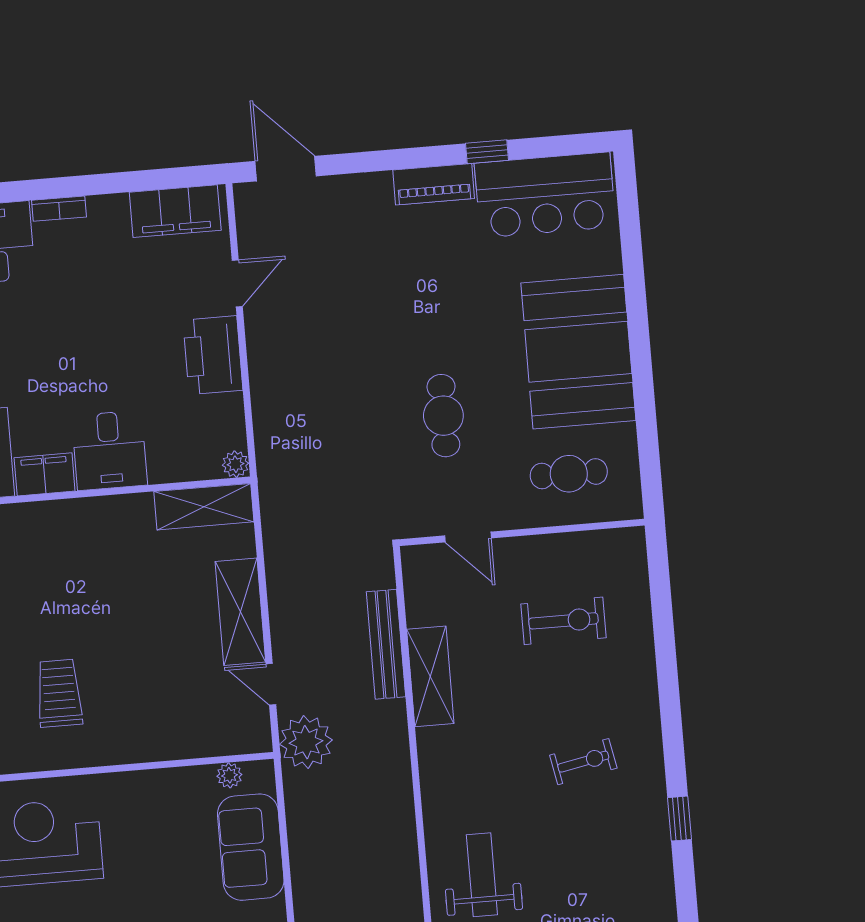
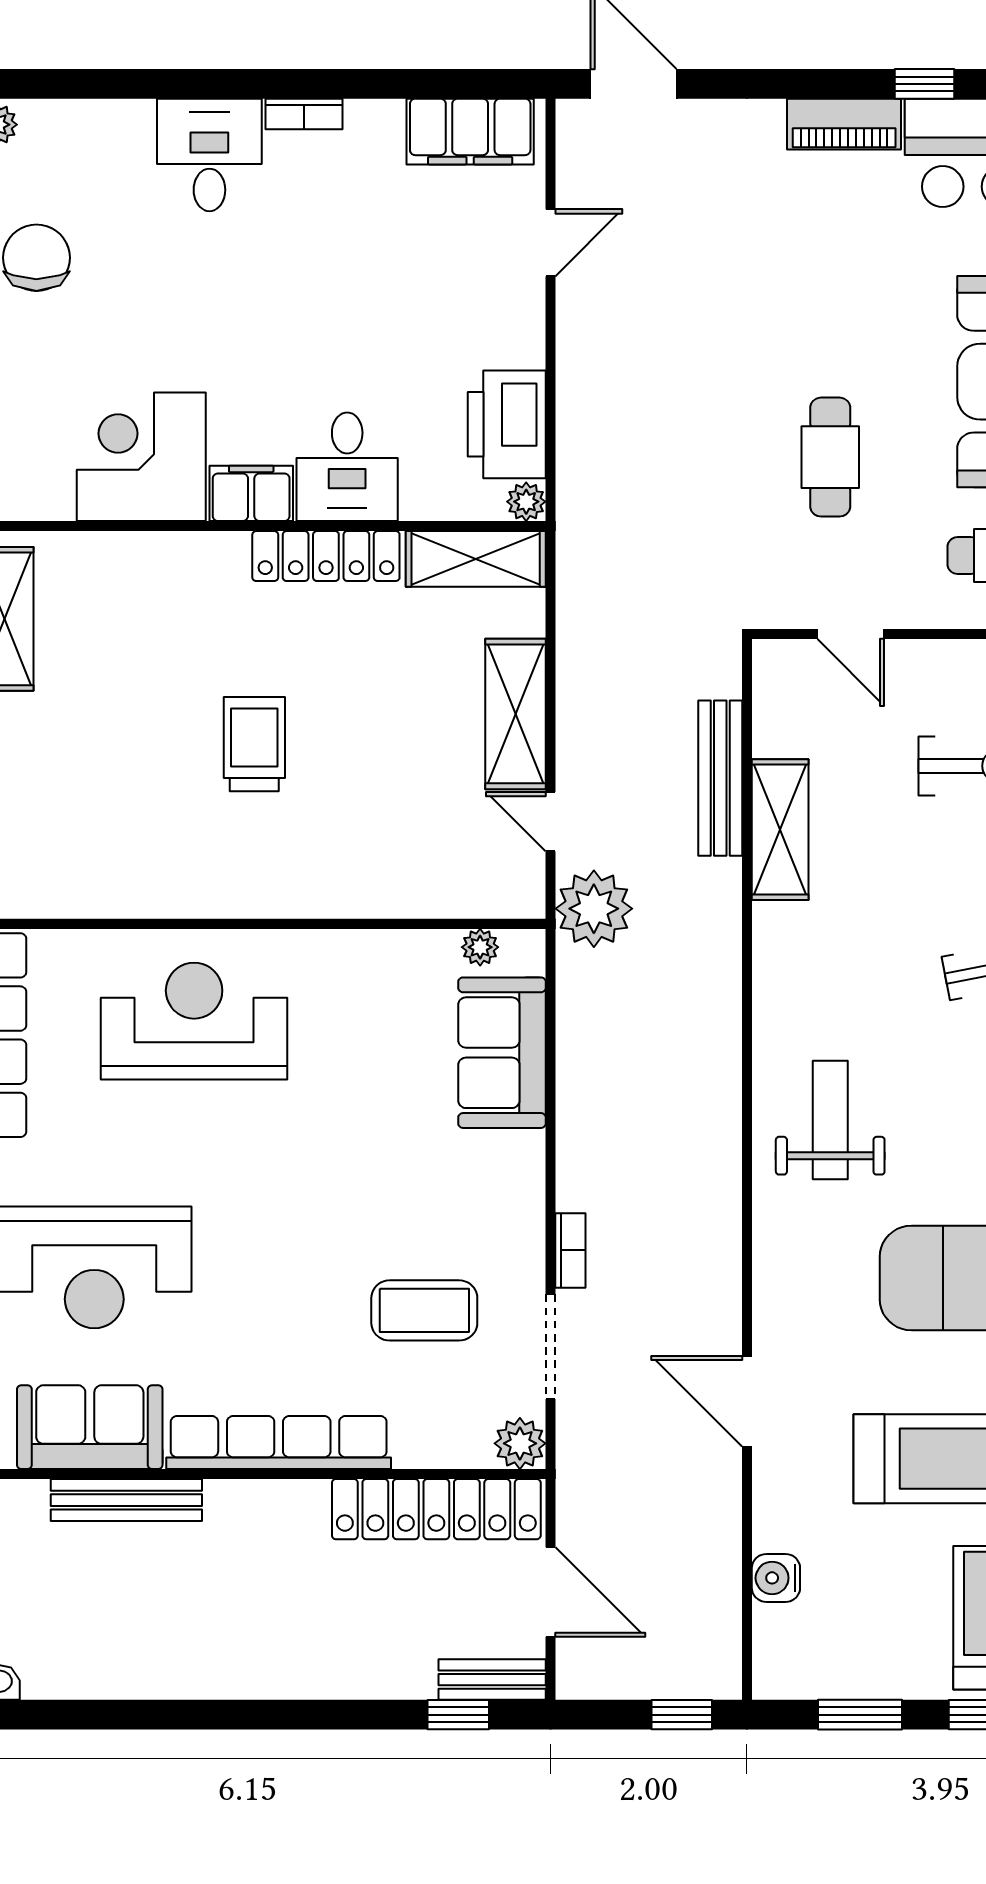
printer: (213, 355) -> (507, 424), moved
locker: (100, 513) -> (326, 556), added
trolley: (59, 693) -> (254, 744), moved

